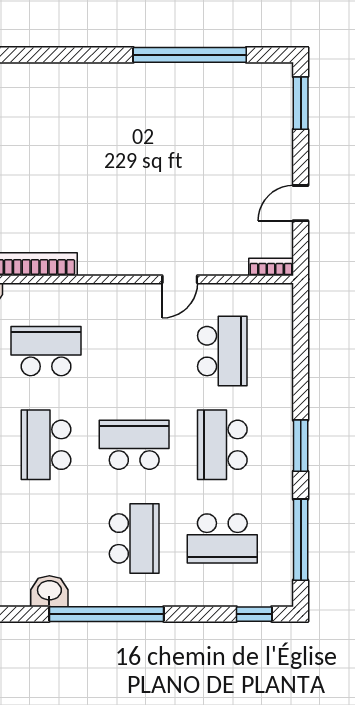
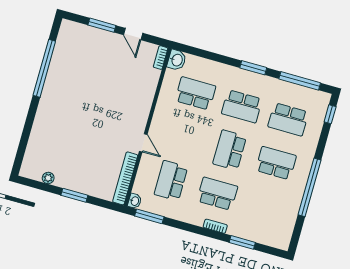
window: (301, 103) -> (102, 25), moved
door: (180, 279) -> (143, 143), moved
school desk: (46, 445) -> (217, 194), turned 180
school desk: (222, 538) -> (288, 119), turned 90
washbasin: (49, 591) -> (177, 60), moved, turned 180

